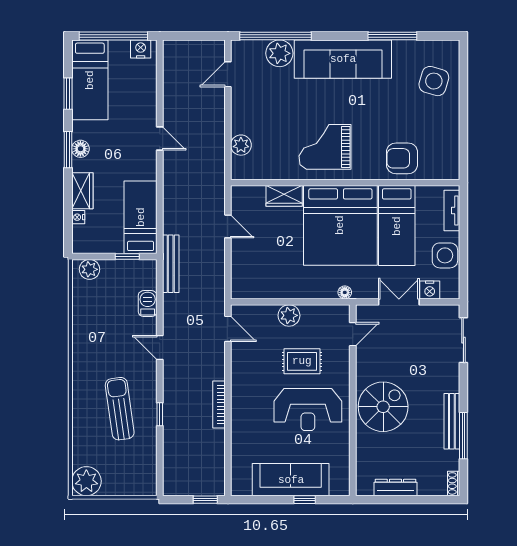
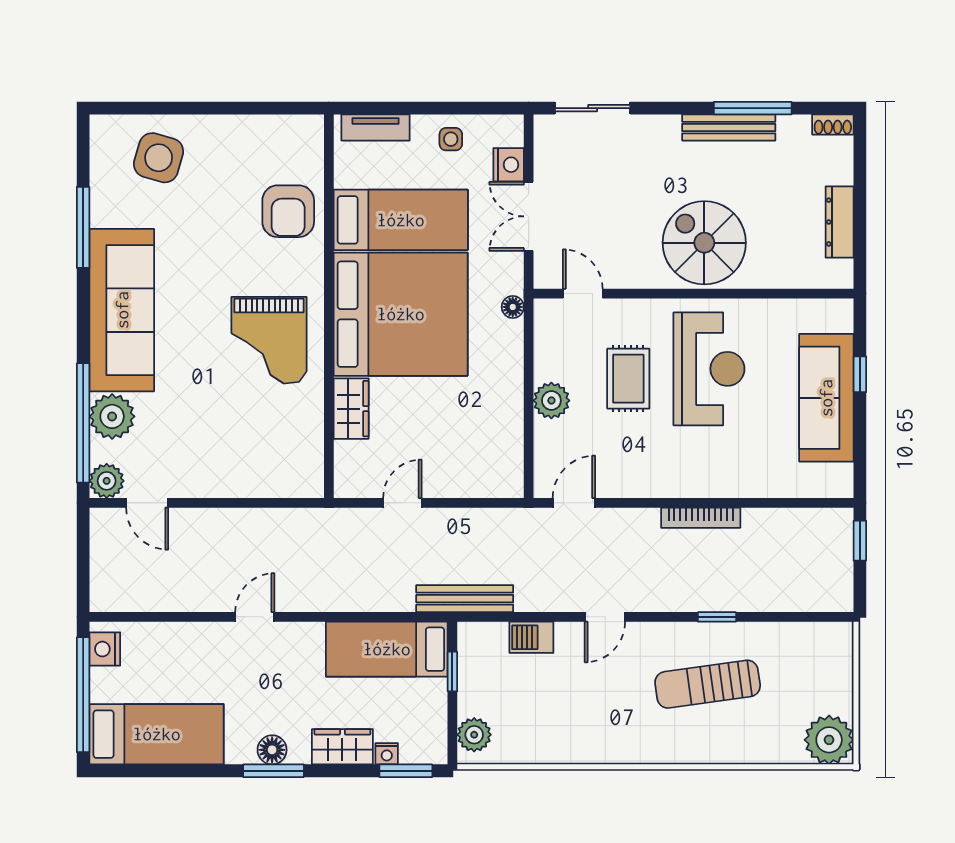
window: (68, 94) -> (406, 771), moved
plant: (241, 145) -> (107, 481), moved
side table: (445, 255) -> (451, 139), width x0.54, depth x0.54

